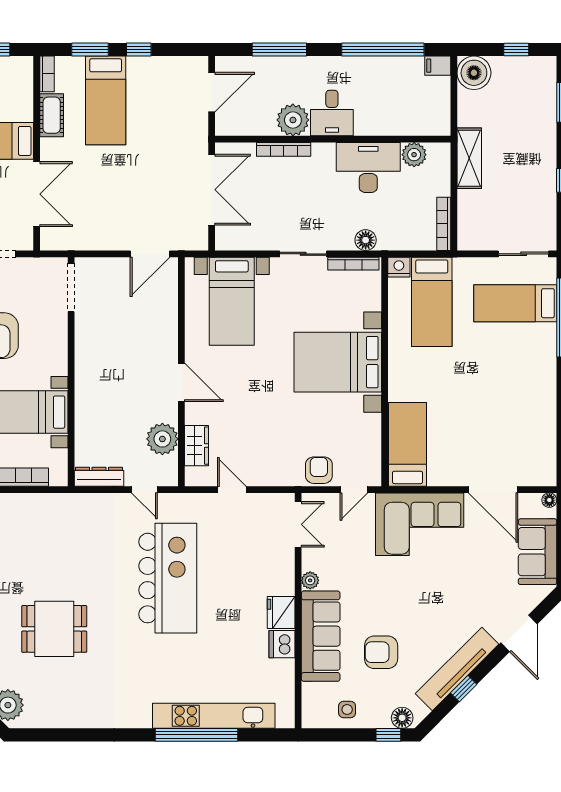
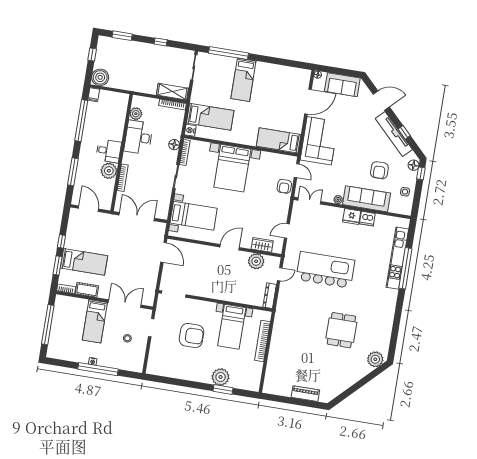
shelving: (469, 158) -> (172, 92), moved
bed: (515, 303) -> (243, 80), moved
armchair: (319, 470) -> (284, 186), turned -90

